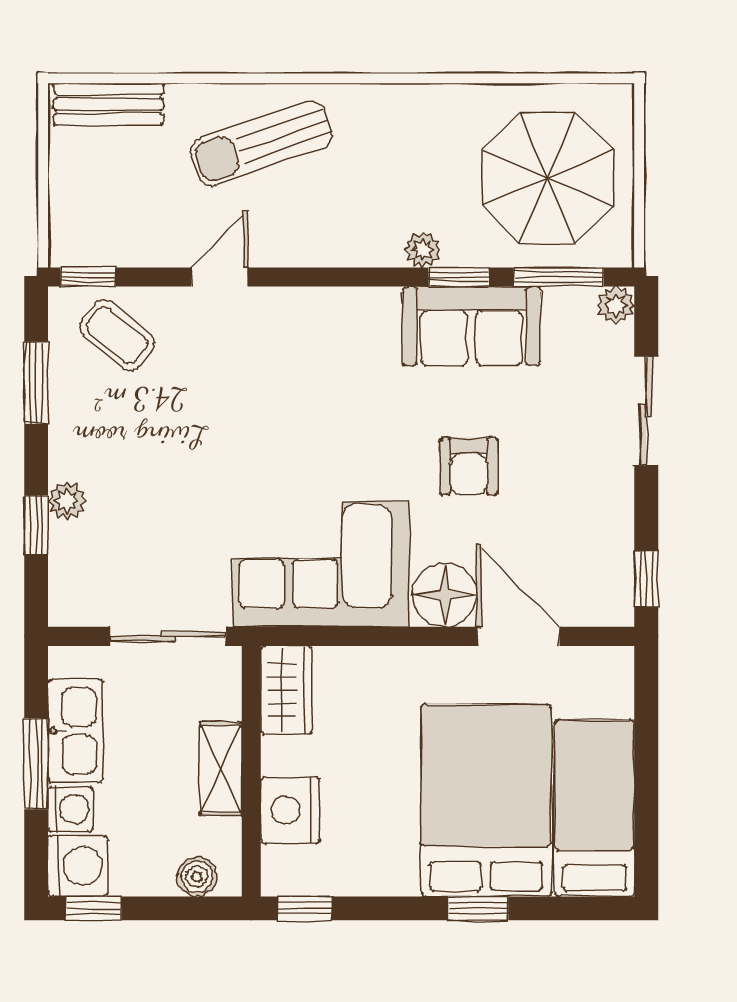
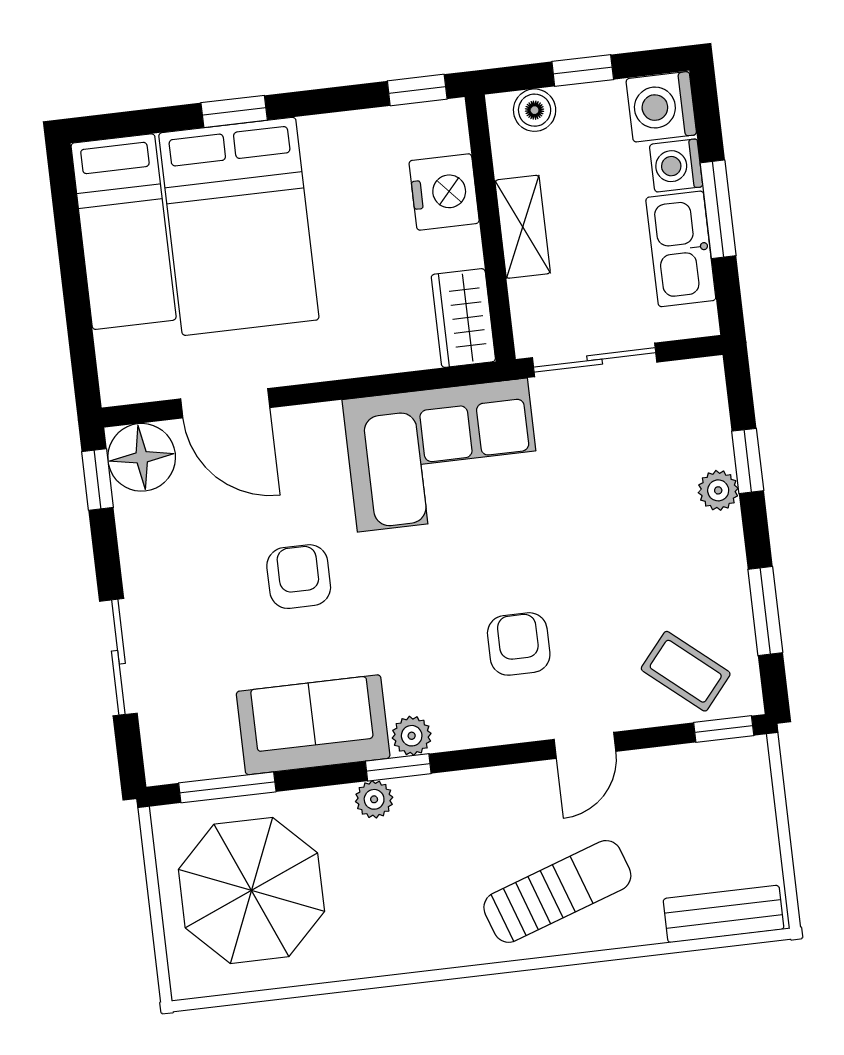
window: (459, 277) -> (398, 767), moved
plant: (616, 305) -> (412, 736), moved
armchair: (270, 379) -> (519, 644), added
floor lamp: (445, 595) -> (142, 457), moved
window: (93, 908) -> (583, 71), moved

